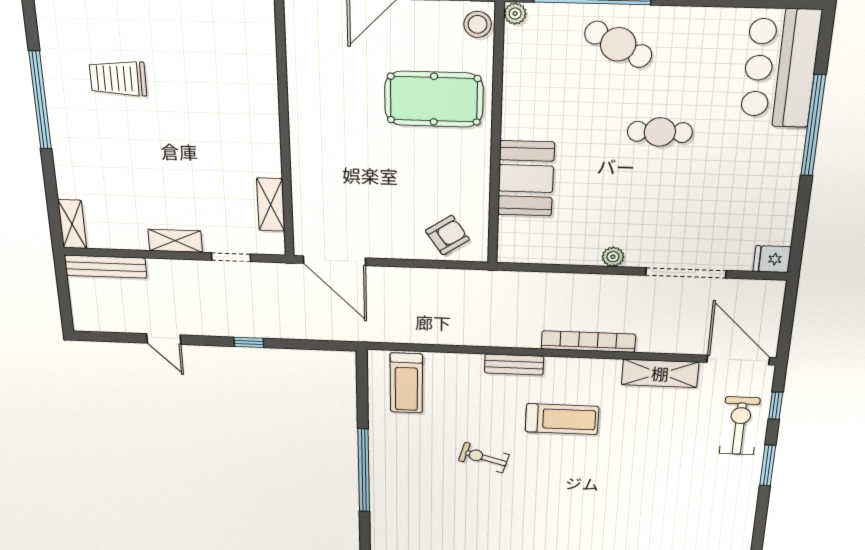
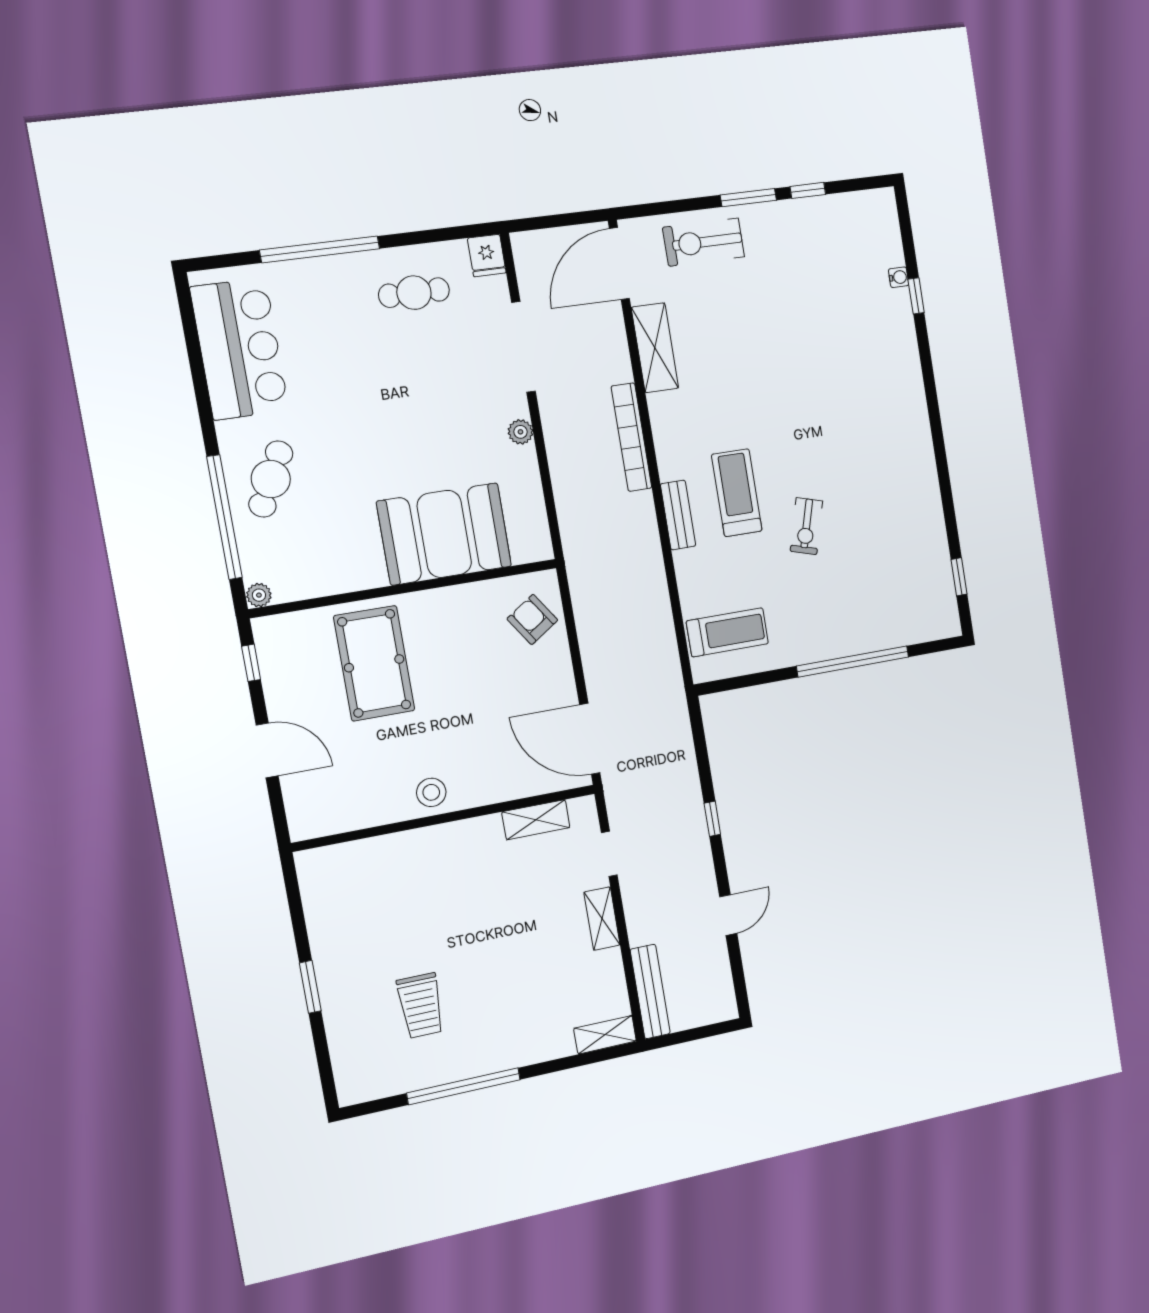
stool: (478, 24) -> (431, 792), moved
bar counter: (780, 68) -> (240, 349), moved, turned -90
cafe table: (660, 132) -> (414, 293), moved, turned 90
booth: (526, 179) -> (444, 534), width x1.36, depth x1.42
door: (334, 261) -> (590, 739), swing flipped
window: (776, 406) -> (808, 190), moved
treadmill: (562, 419) -> (737, 493), moved

